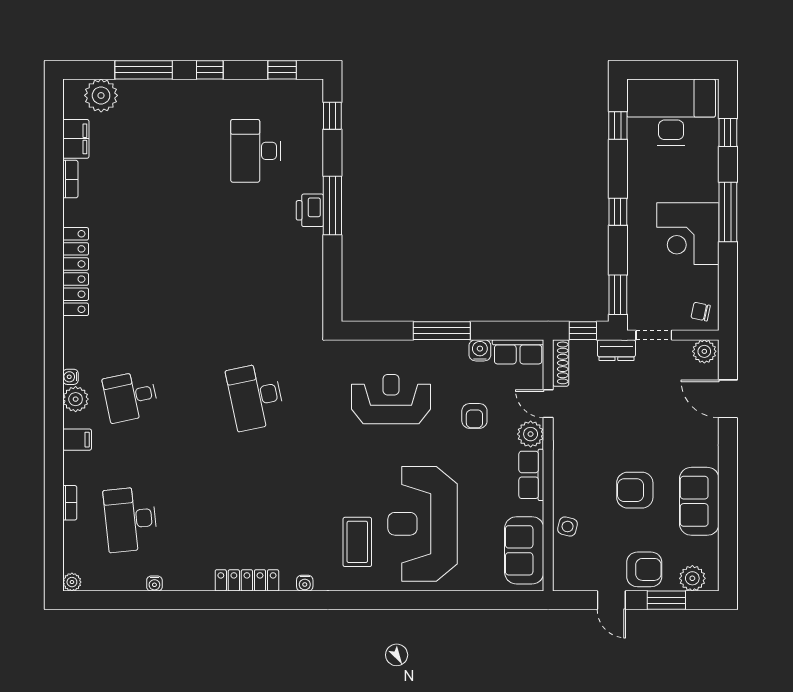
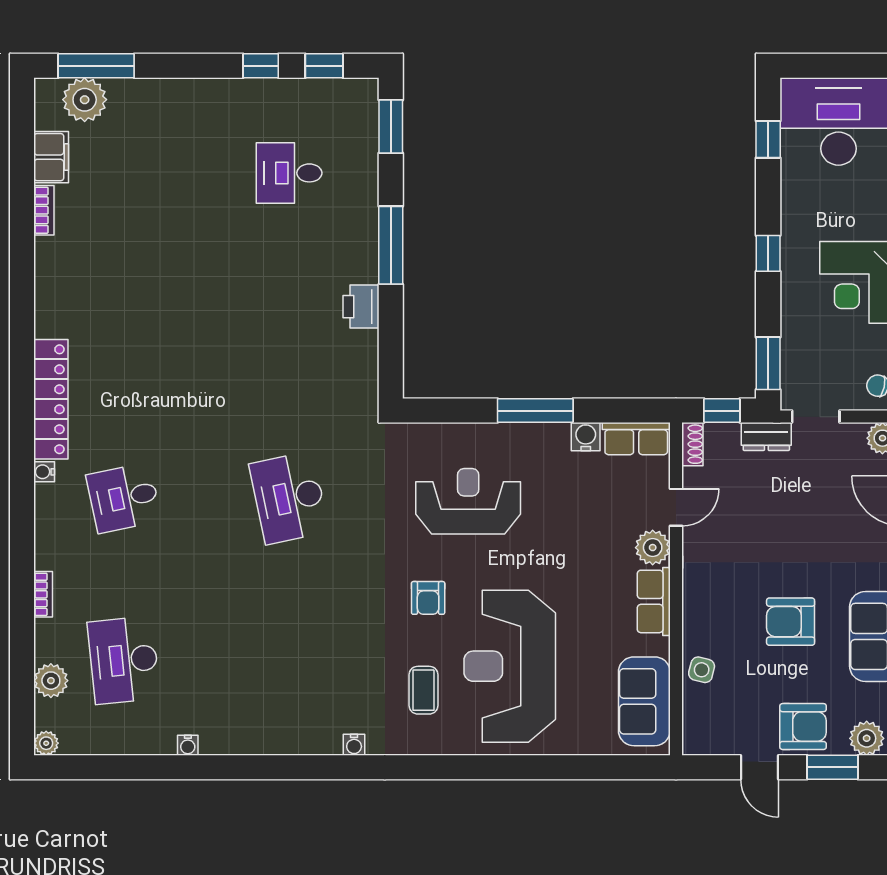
window: (144, 70) -> (96, 66), moved
window: (210, 70) -> (261, 66), moved
window: (332, 116) -> (391, 127), width x1.50
desk: (256, 151) -> (289, 173), width x0.73
printer: (310, 210) -> (361, 307), moved
locker: (76, 272) -> (51, 399), moved
shoe rack: (561, 363) -> (692, 444), width x0.70
plant: (76, 399) -> (51, 681), moved
door: (548, 404) -> (676, 507), swing flipped
armchair: (474, 416) -> (428, 598), moved
filing cabinet: (77, 440) -> (53, 555), removed
bookcase: (70, 503) -> (43, 594), moved
coffee table: (357, 542) -> (424, 690), width x0.73, depth x0.77
locker: (247, 580) -> (278, 741), removed
water cooler: (154, 584) -> (188, 745), moved

